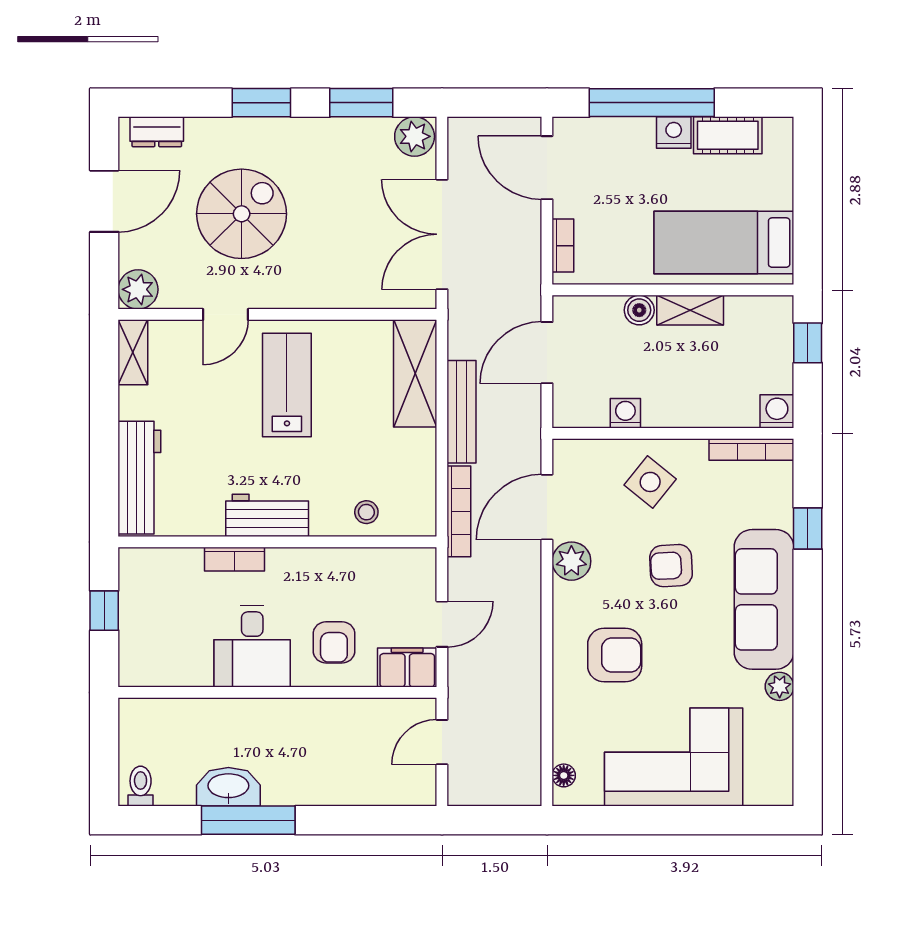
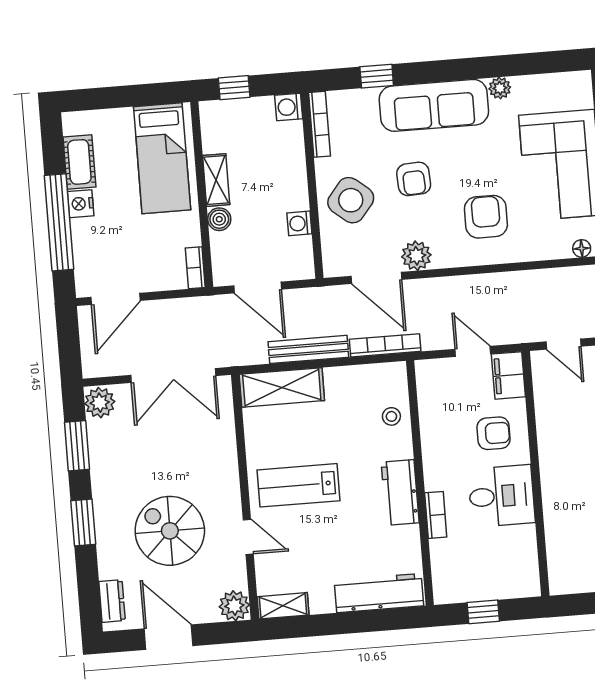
bookcase: (563, 246) -> (195, 268), moved, turned -90
side table: (650, 482) -> (351, 200), width x1.37, depth x1.37

